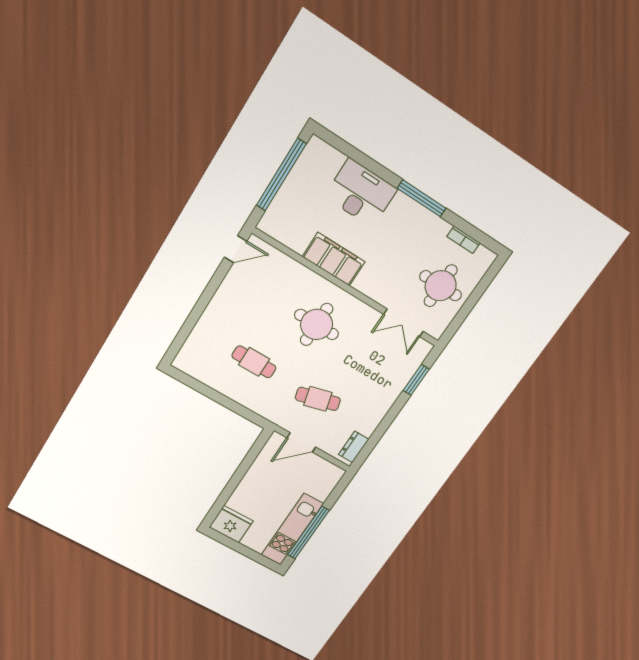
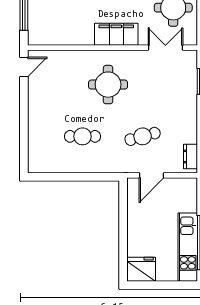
filing cabinet: (334, 259) -> (116, 34), moved
double door: (403, 323) -> (165, 48), swing flipped

